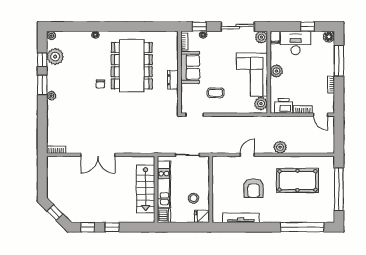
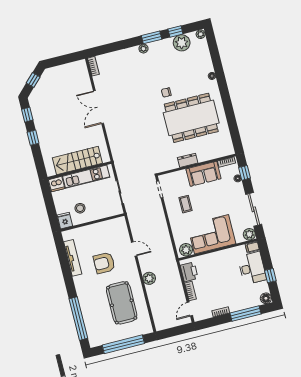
plant: (276, 71) -> (221, 257), removed

